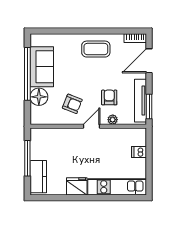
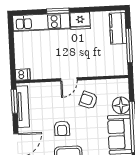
armchair: (109, 97) -> (62, 128), moved
plant: (113, 120) -> (49, 87), removed
dishwasher: (139, 152) -> (23, 75), moved
window: (99, 198) -> (58, 11), added

